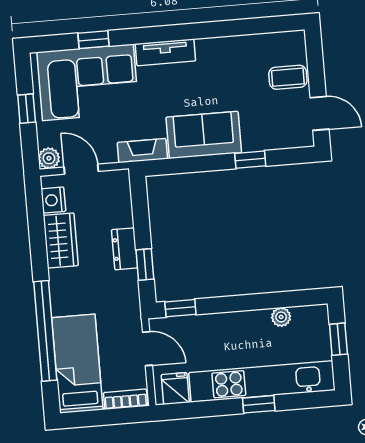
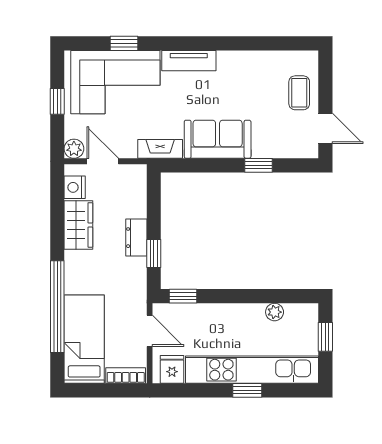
coffee table: (288, 77) -> (299, 93), turned 90

